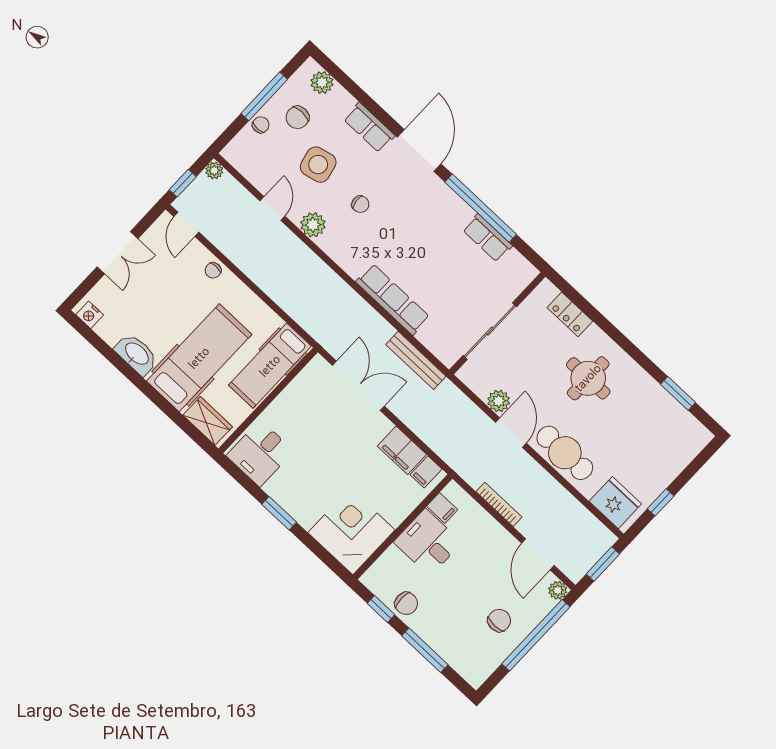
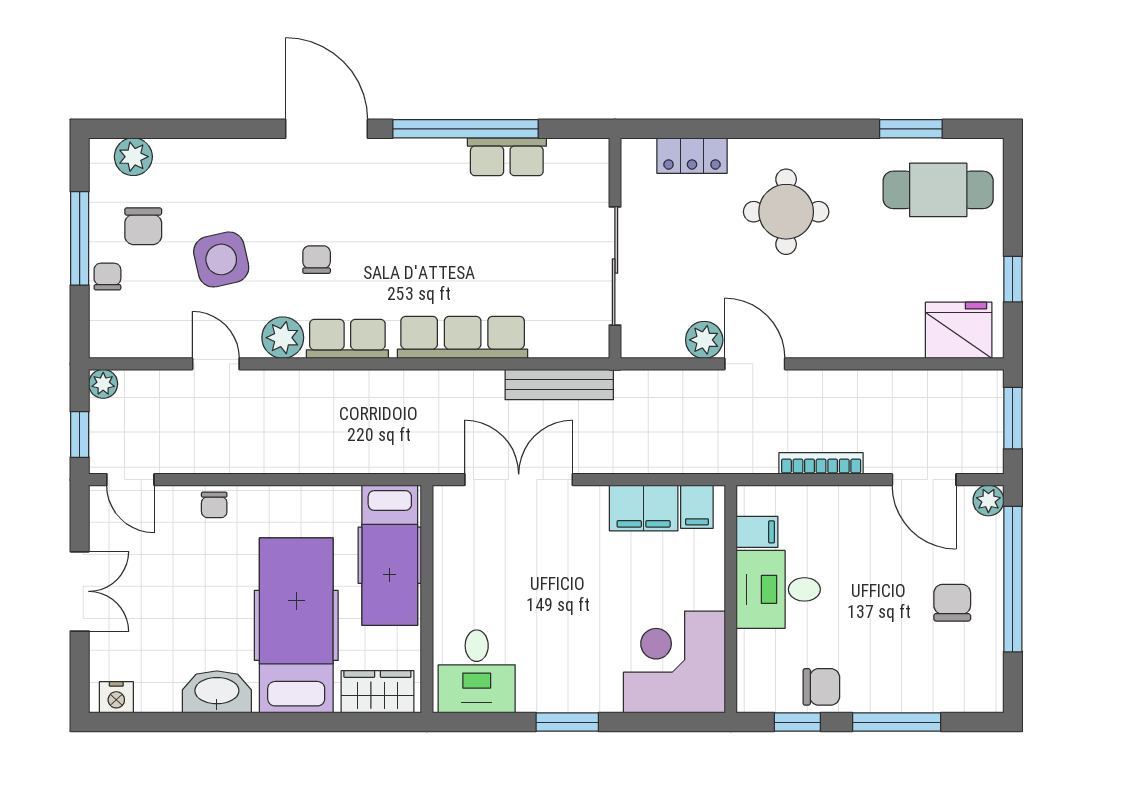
row of seats: (369, 127) -> (347, 339), moved, turned 180
chair: (360, 204) -> (317, 260), turned -83
cafe table: (565, 453) -> (938, 190), moved

